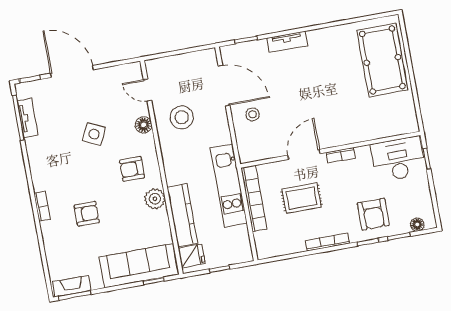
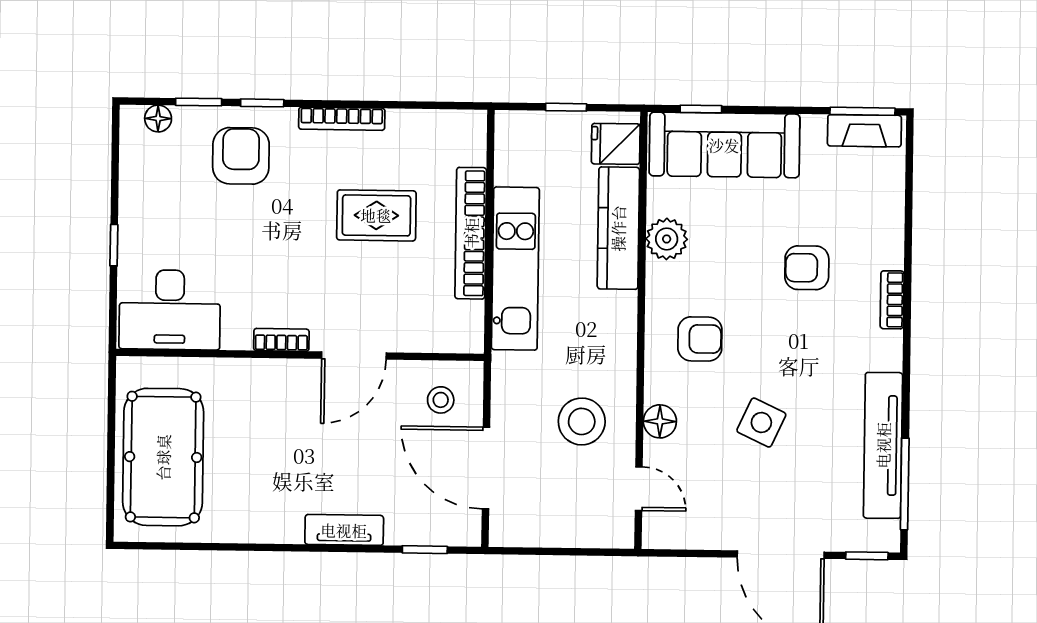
tv unit: (27, 118) -> (883, 445), width x1.92, depth x1.29
wall: (330, 150) -> (300, 355), moved
door: (304, 154) -> (354, 356), moved
bookcase: (341, 155) -> (281, 340), moved
desk: (398, 159) -> (170, 310), moved
plant: (155, 199) -> (667, 239), moved

